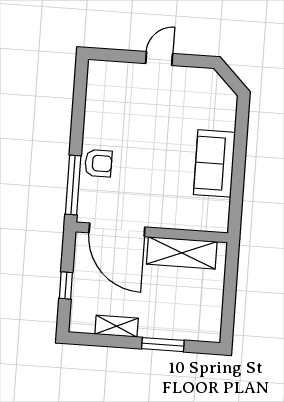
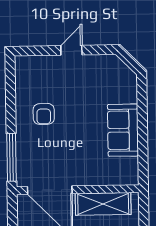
armchair: (98, 163) -> (44, 114), moved, turned 90

